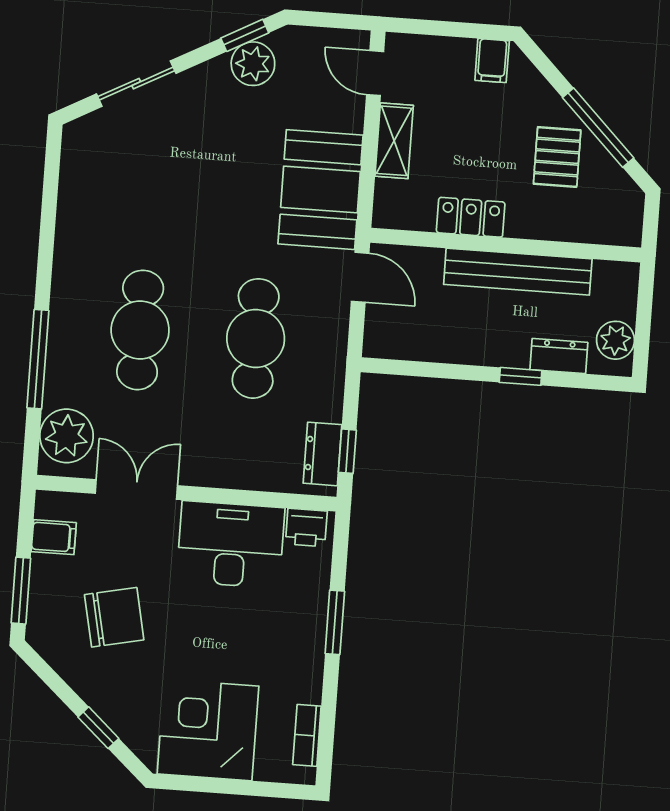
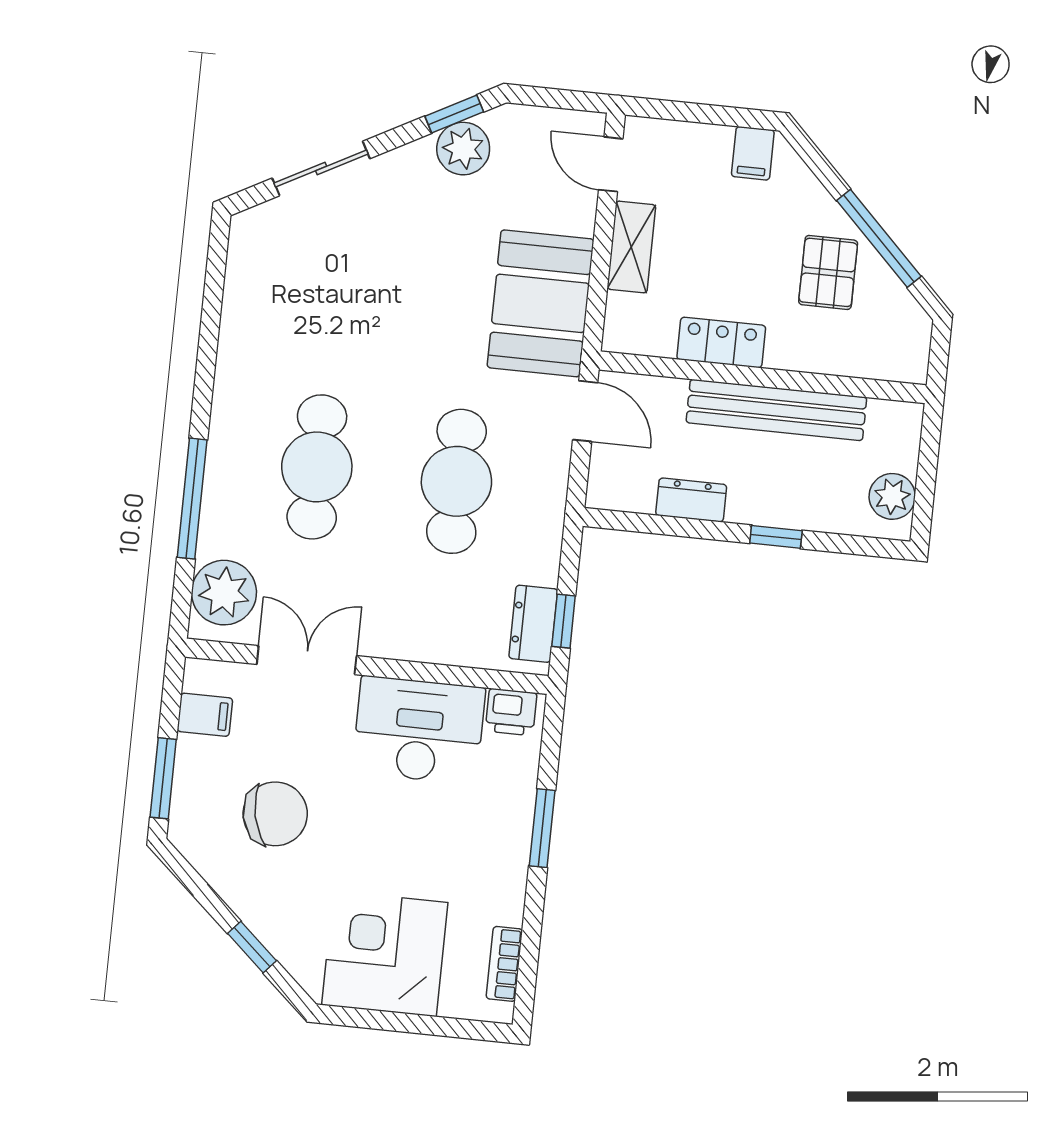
dresser: (559, 356) -> (691, 500), moved

